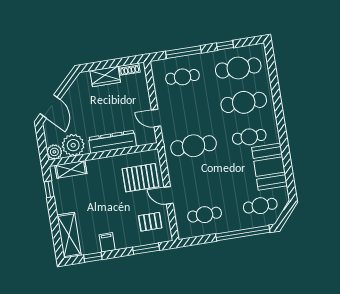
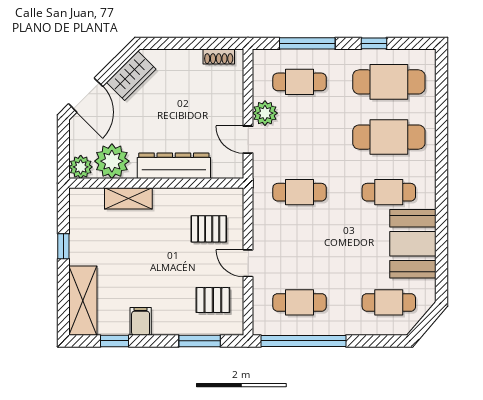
wardrobe: (105, 76) -> (131, 76), moved, turned -45
plant: (164, 100) -> (265, 113), added
cafe table: (194, 146) -> (300, 192), width x0.73, depth x0.74
shelving: (71, 169) -> (128, 198), moved
pallet: (140, 178) -> (209, 229), width x0.67, depth x0.71
window: (49, 189) -> (63, 246), moved
window: (243, 233) -> (303, 341), moved

